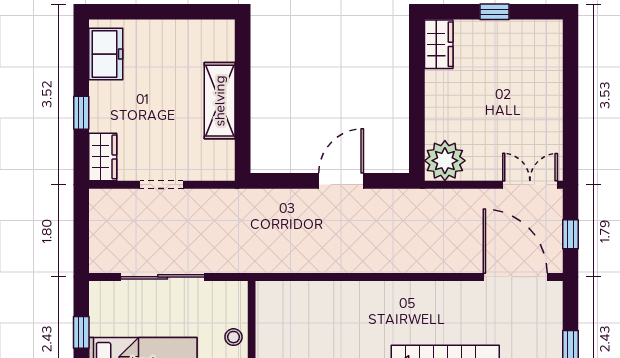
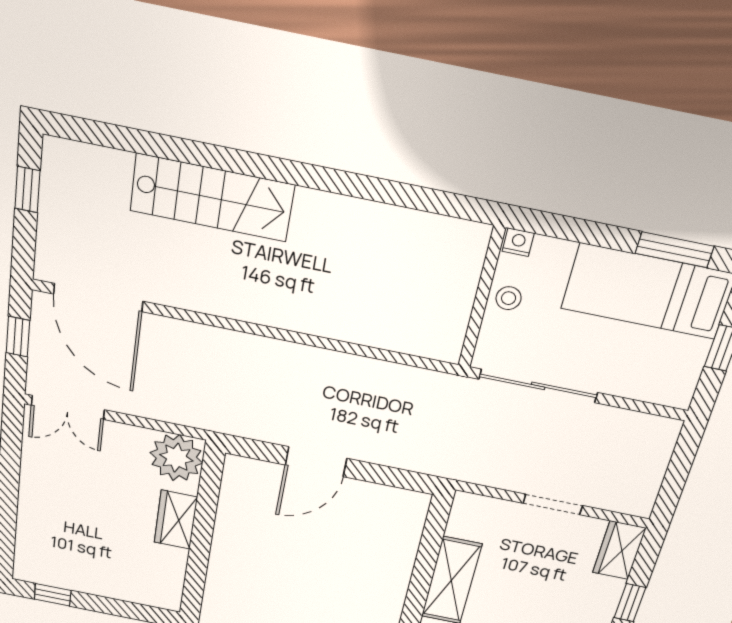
window: (495, 12) -> (53, 595), moved
wardrobe: (439, 44) -> (176, 520), moved
sliding door: (163, 277) -> (538, 386), moved

